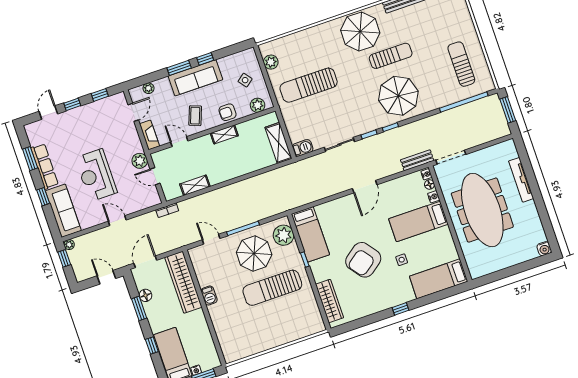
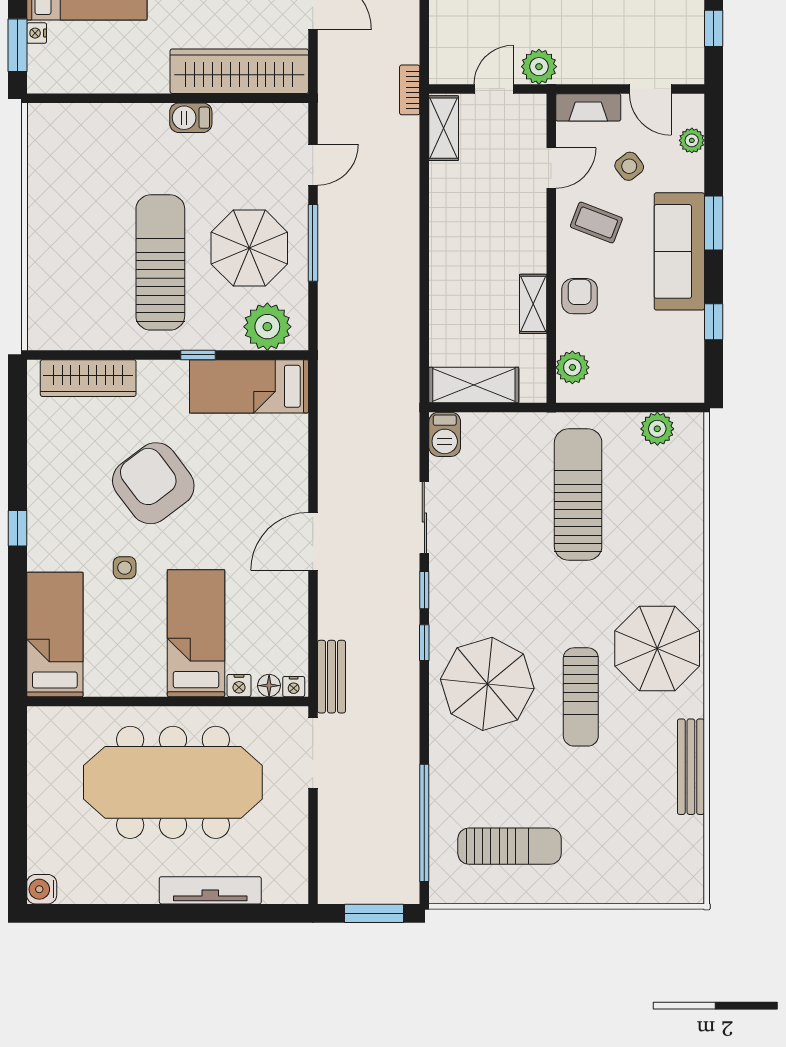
window: (205, 59) -> (714, 322), moved
side table: (245, 80) -> (629, 166), moved
shelving: (224, 134) -> (533, 304), moved
shelving: (195, 185) -> (444, 128), moved
door: (365, 187) -> (313, 541), hinge flipped

